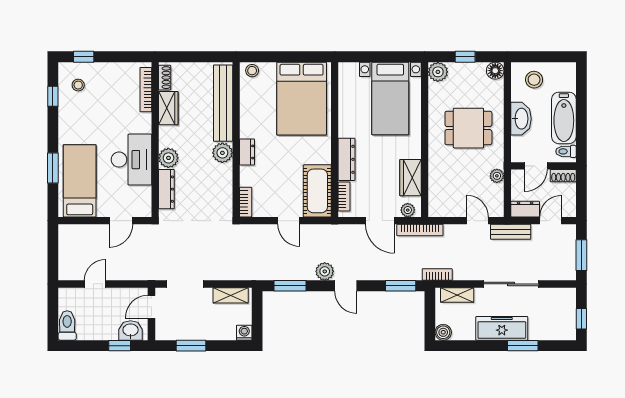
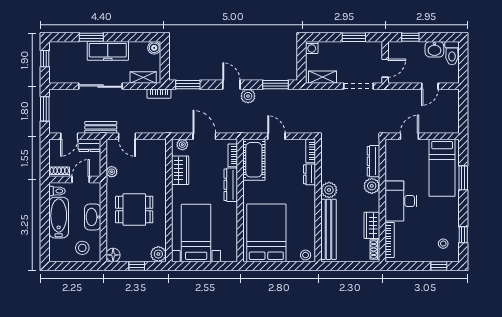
dresser: (247, 152) -> (310, 174), moved
desk: (131, 160) -> (401, 201), moved
bookcase: (420, 230) -> (173, 129), removed
washbasin: (131, 330) -> (434, 49), moved

